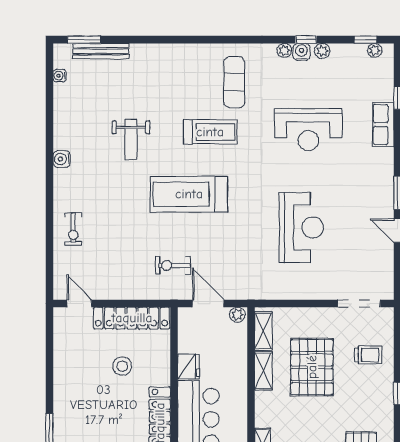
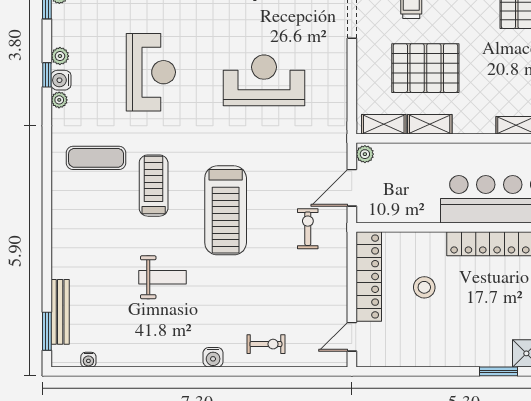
water cooler: (62, 159) -> (213, 357), moved
exercise bike: (173, 265) -> (308, 229), turned 180
fridge: (188, 366) -> (425, 211), removed

